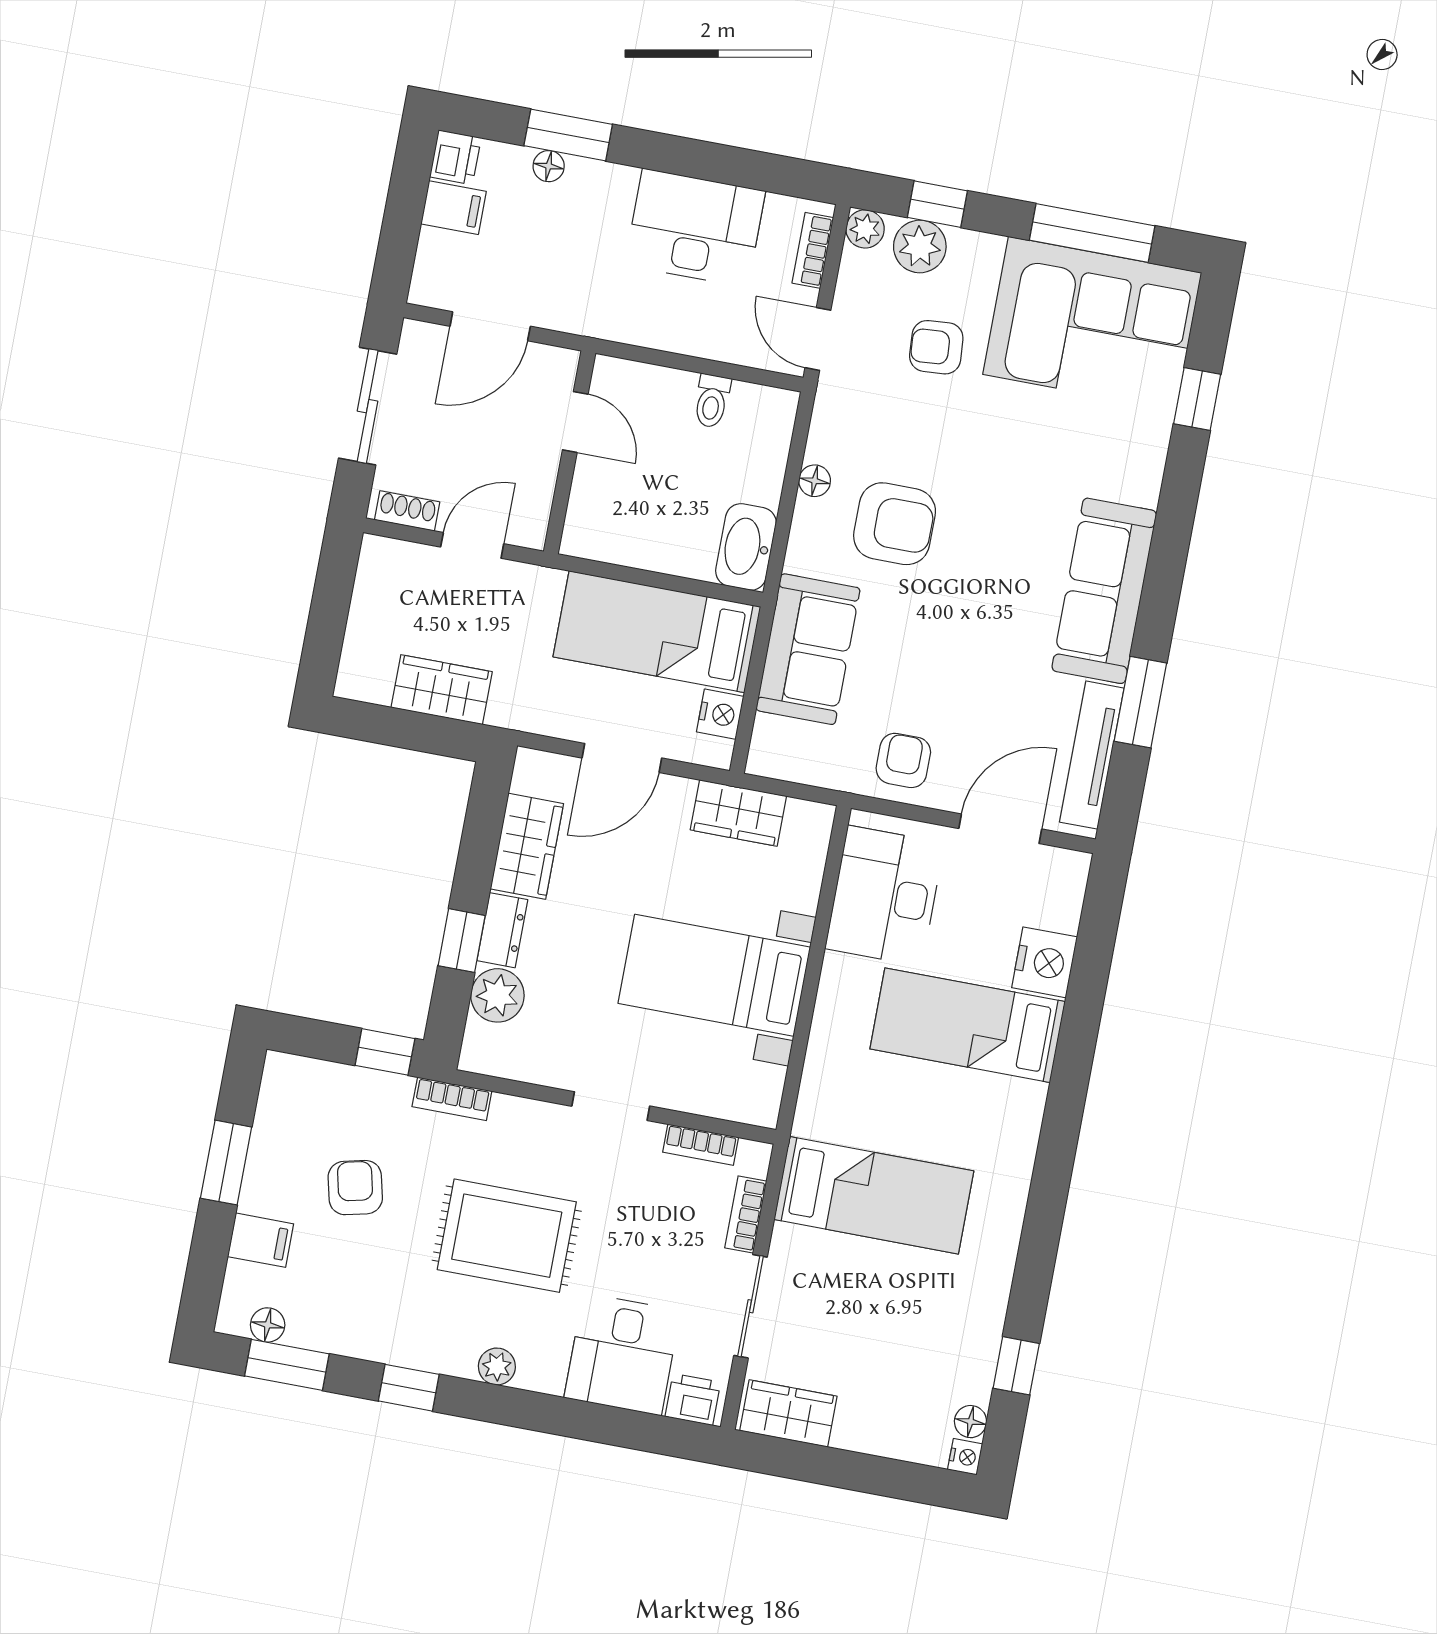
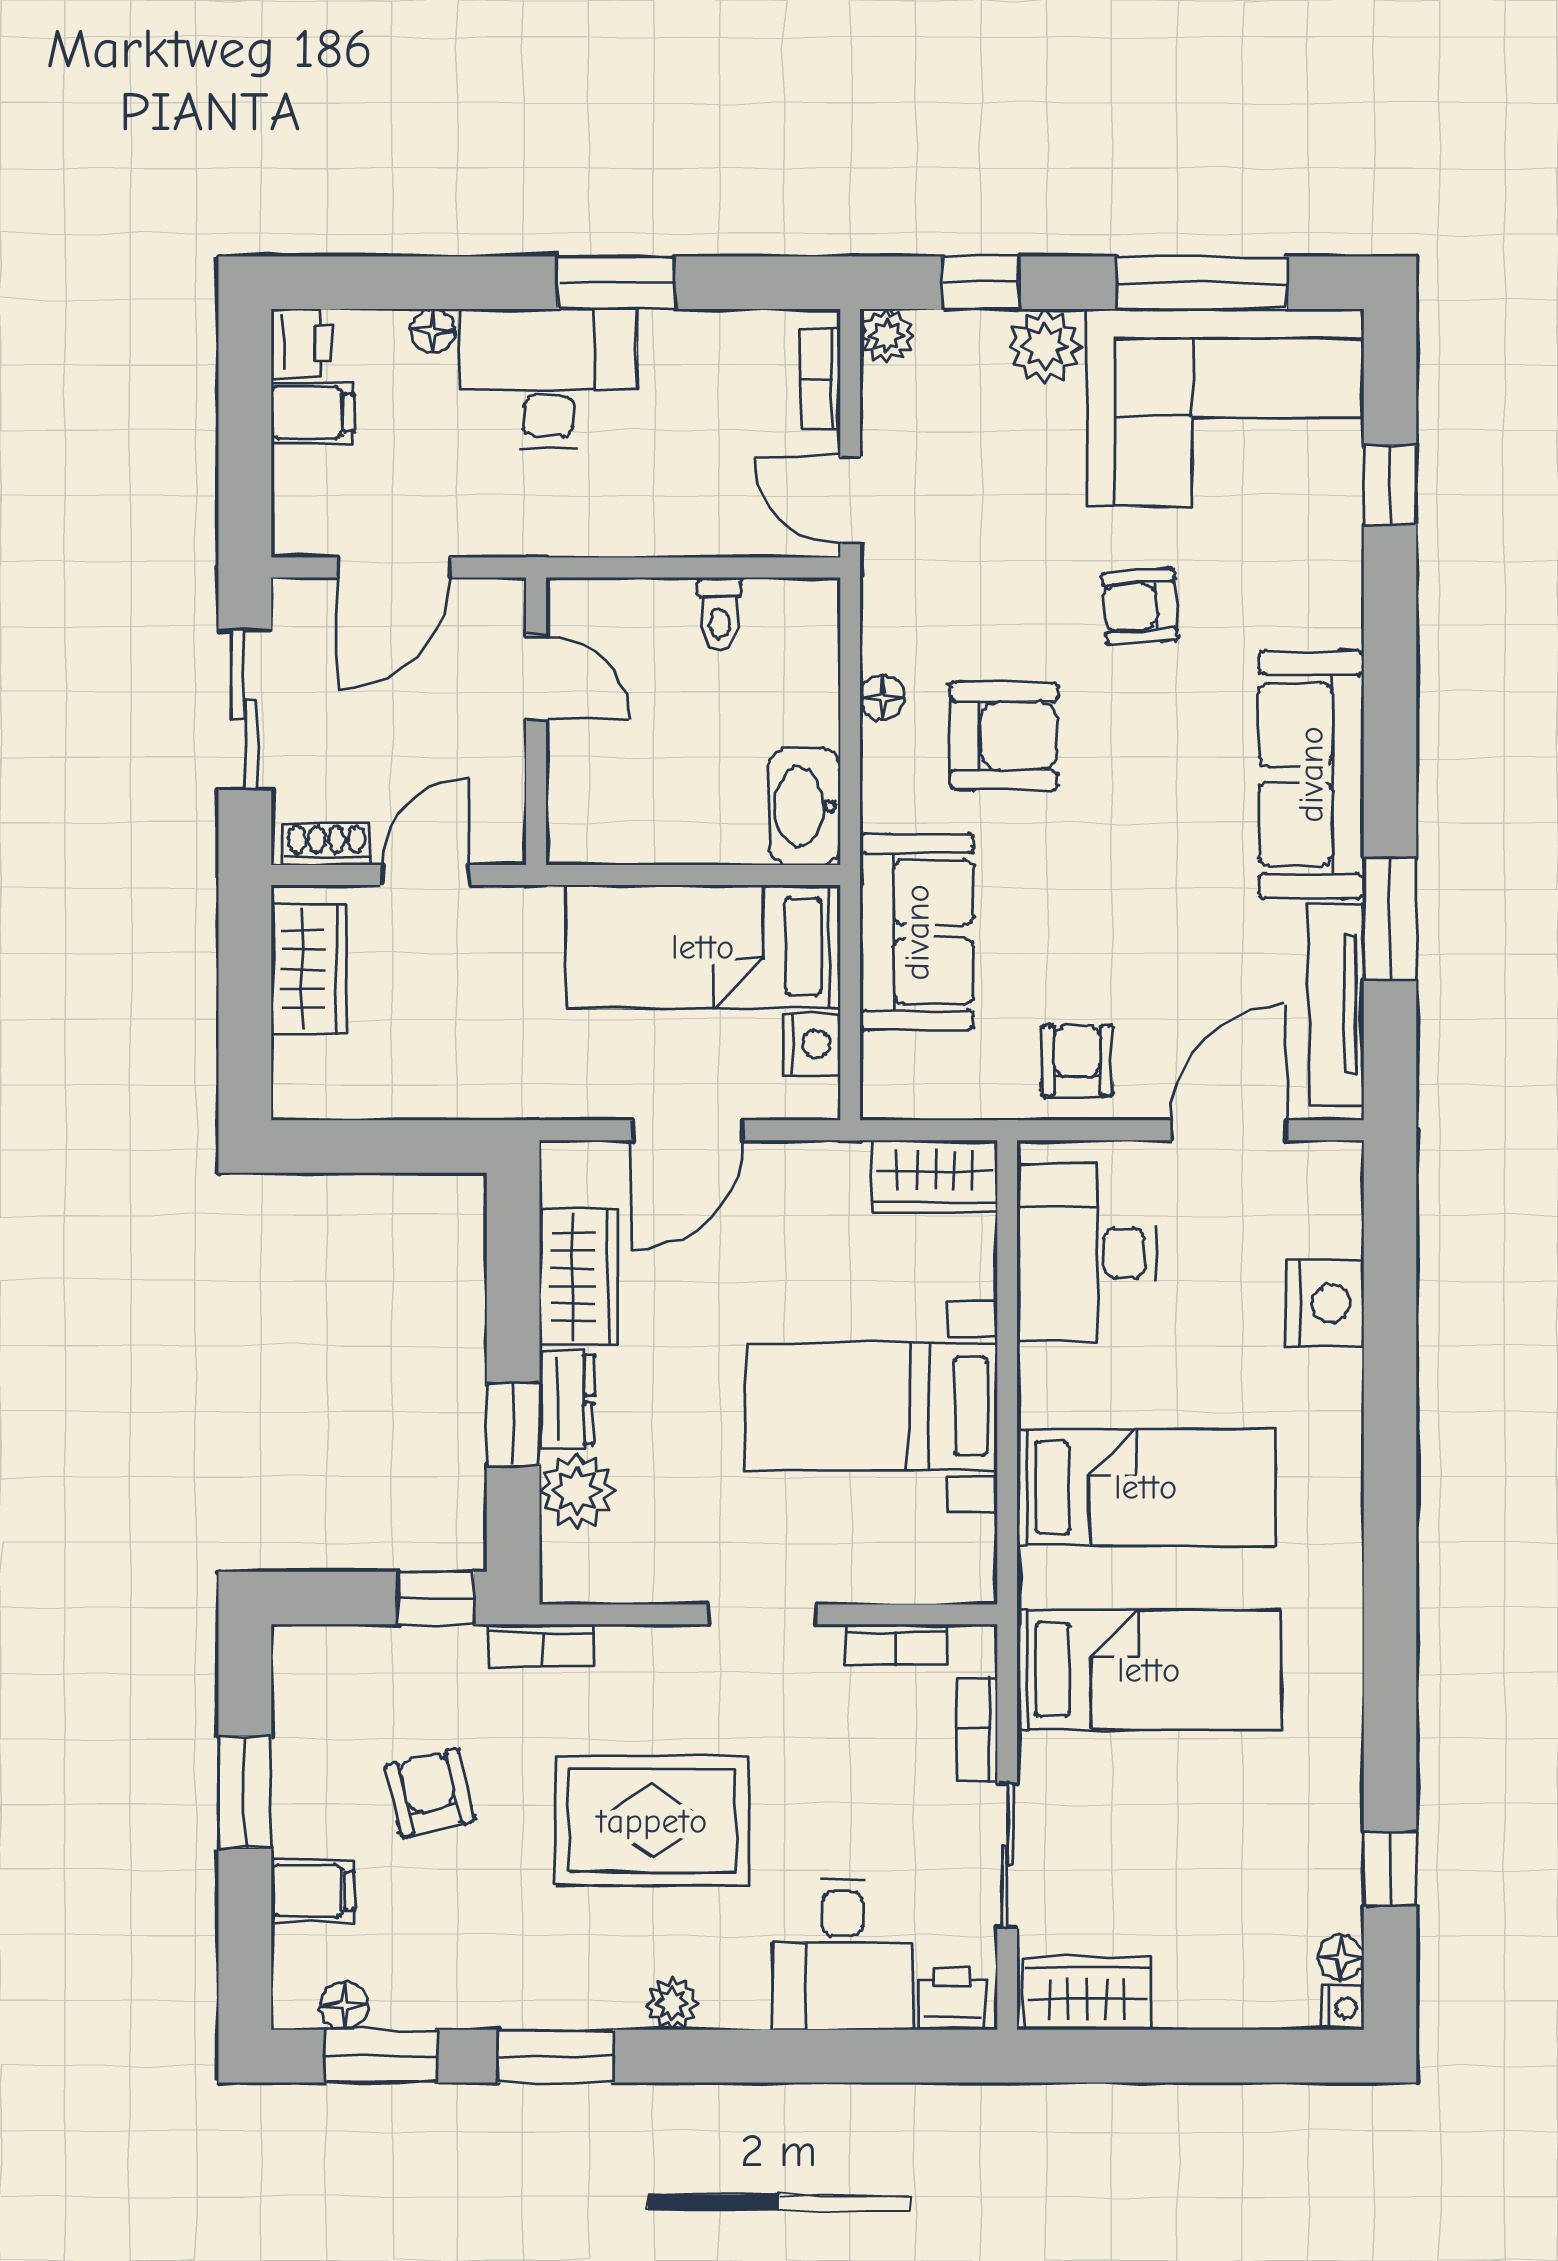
window: (568, 135) -> (616, 283), moved
desk: (695, 228) -> (549, 378), moved
plant: (920, 246) -> (1045, 346), moved
armchair: (936, 347) -> (1140, 607), moved
wardrobe: (442, 690) -> (309, 969), moved, turned 90
wardrobe: (738, 813) -> (935, 1176), moved
bed: (968, 1025) -> (1146, 1487), moved, turned 180
window: (409, 1388) -> (556, 2056), width x1.50

